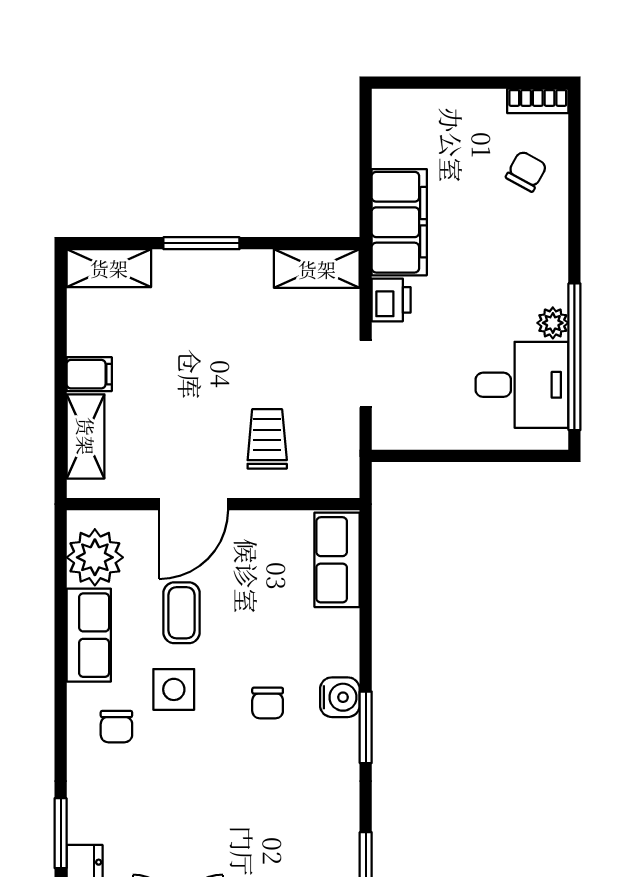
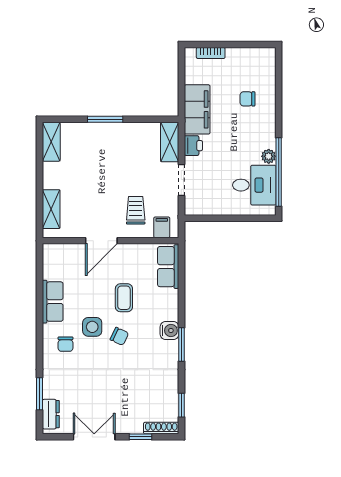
bookcase: (538, 101) -> (211, 53), moved
chair: (526, 171) -> (247, 99), moved, turned -119
shelving: (109, 268) -> (51, 142), moved, turned 90
shelving: (317, 269) -> (170, 142), moved, turned 90
filing cabinet: (89, 374) -> (162, 227), moved, turned -90
plant: (95, 557) -> (55, 265), removed
coffee table: (182, 613) -> (124, 298), moved
chair: (268, 703) -> (119, 336), moved, turned -65

